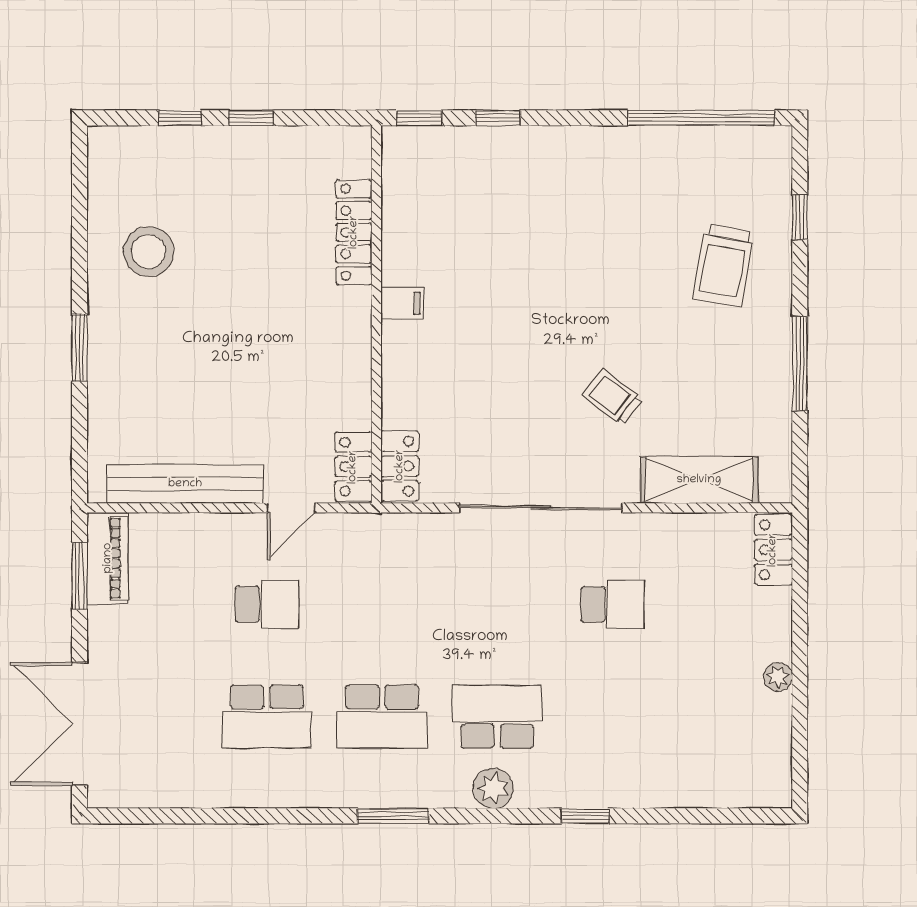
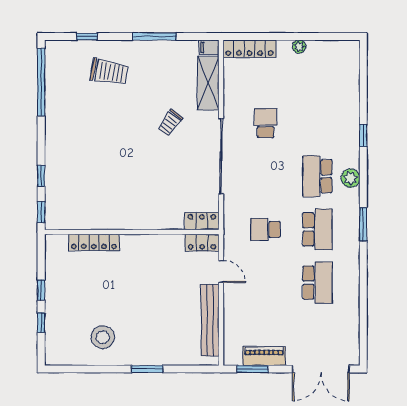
filing cabinet: (402, 303) -> (209, 47), moved, turned -90
locker: (773, 550) -> (249, 49), width x1.53
piano: (108, 558) -> (264, 356), moved
school desk: (267, 604) -> (266, 229), moved, turned -90

